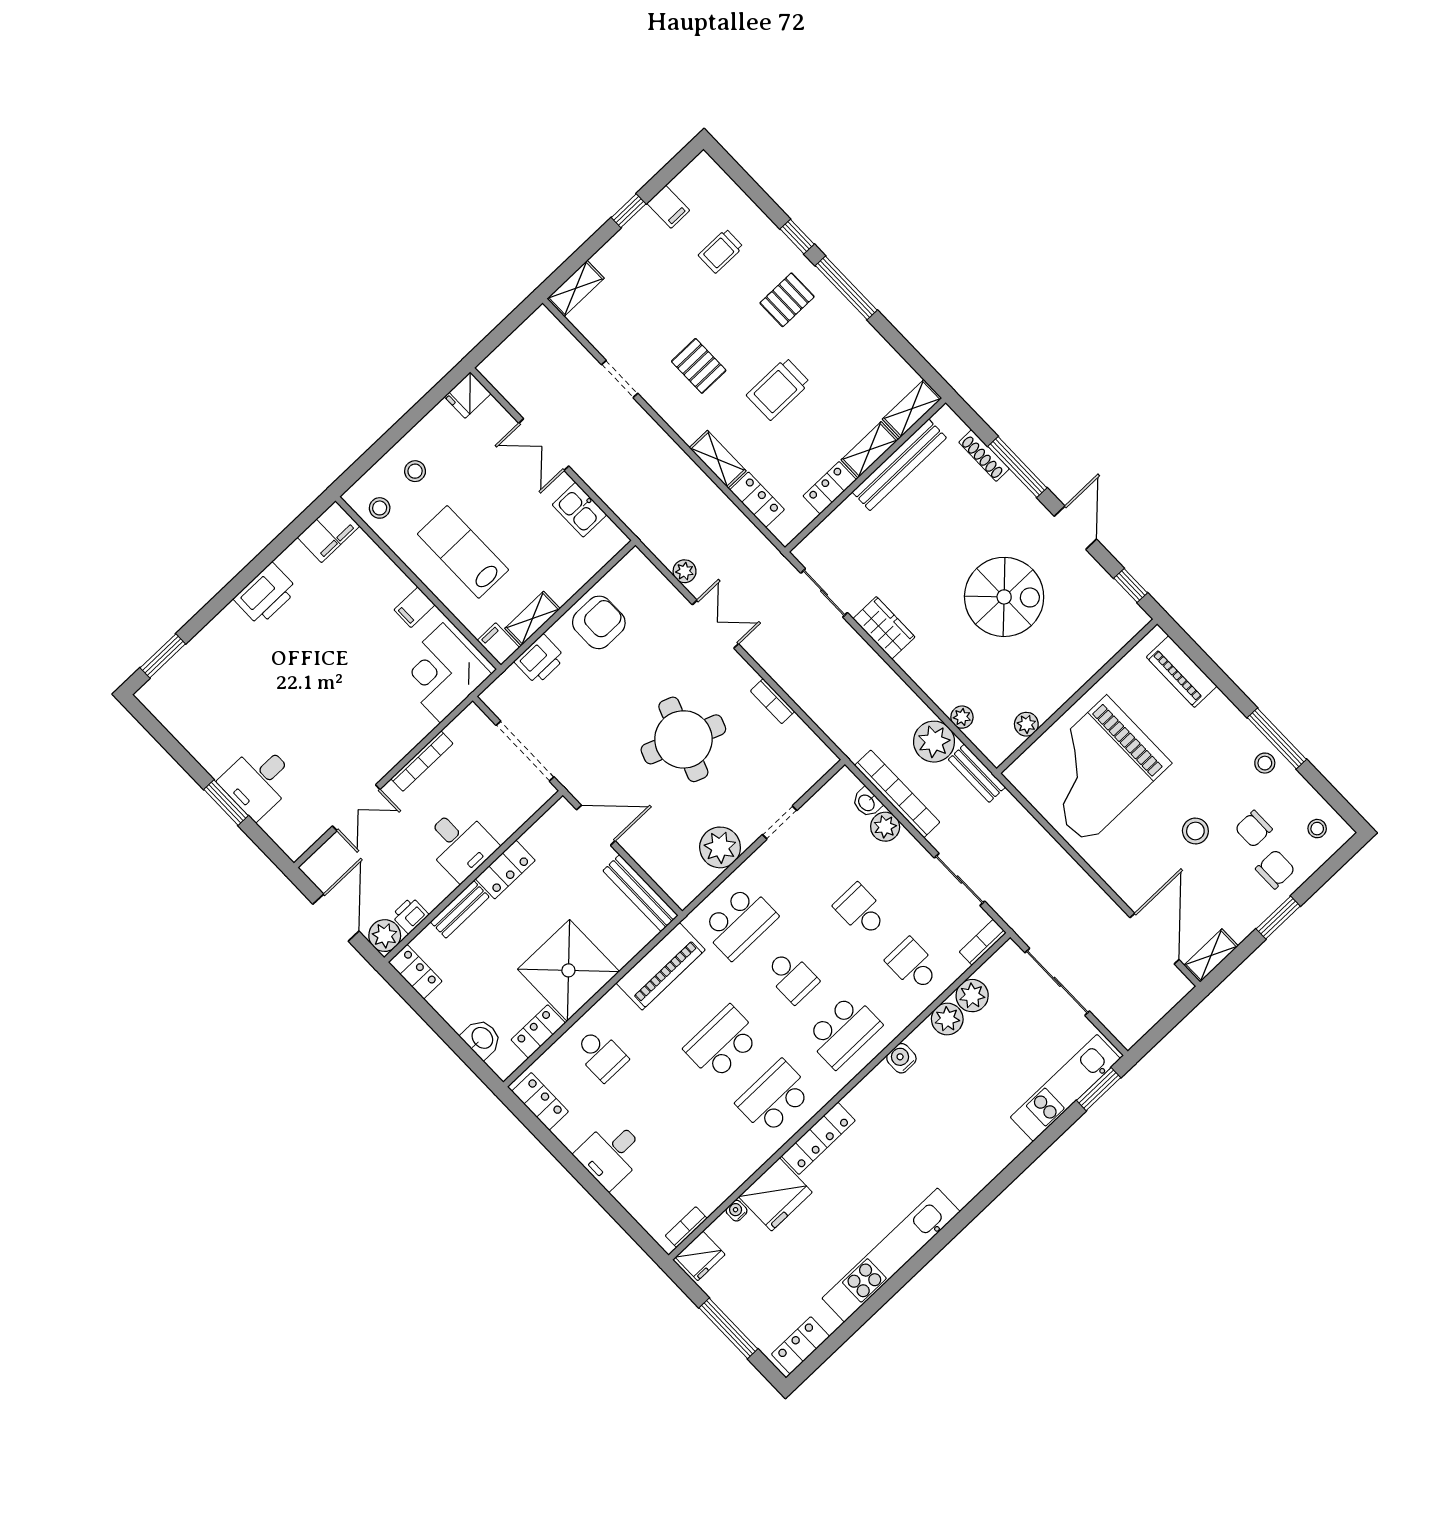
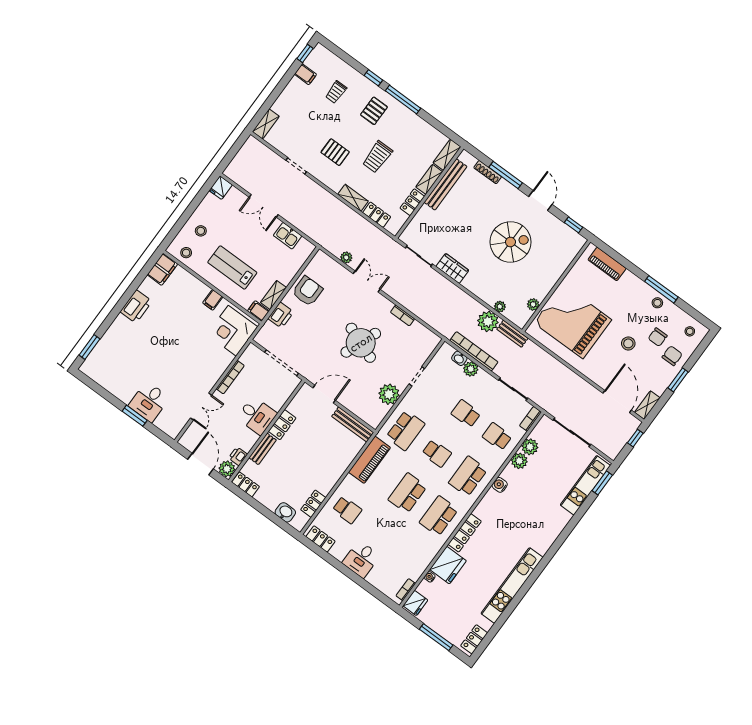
window: (629, 211) -> (305, 53), moved
grand piano: (1096, 770) -> (573, 321), turned 90
shower: (568, 970) -> (323, 470), removed
window: (1177, 1014) -> (635, 438), added
school desk: (843, 1031) -> (468, 476), turned 180

